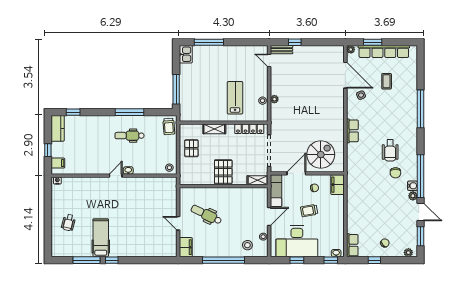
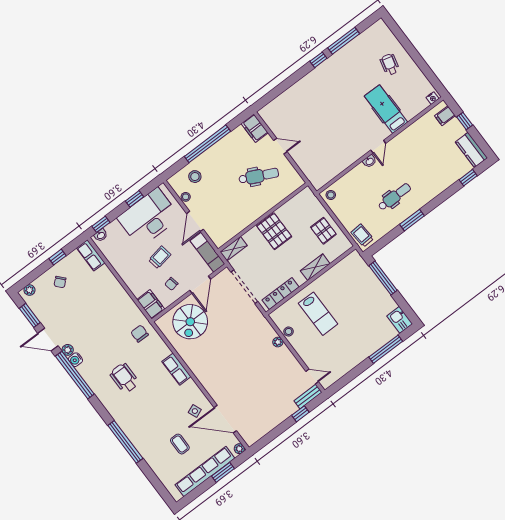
window: (130, 112) -> (412, 220), width x0.69
chair: (395, 173) -> (140, 334), moved
hospital bed: (101, 238) -> (386, 109), moved, turned 180

